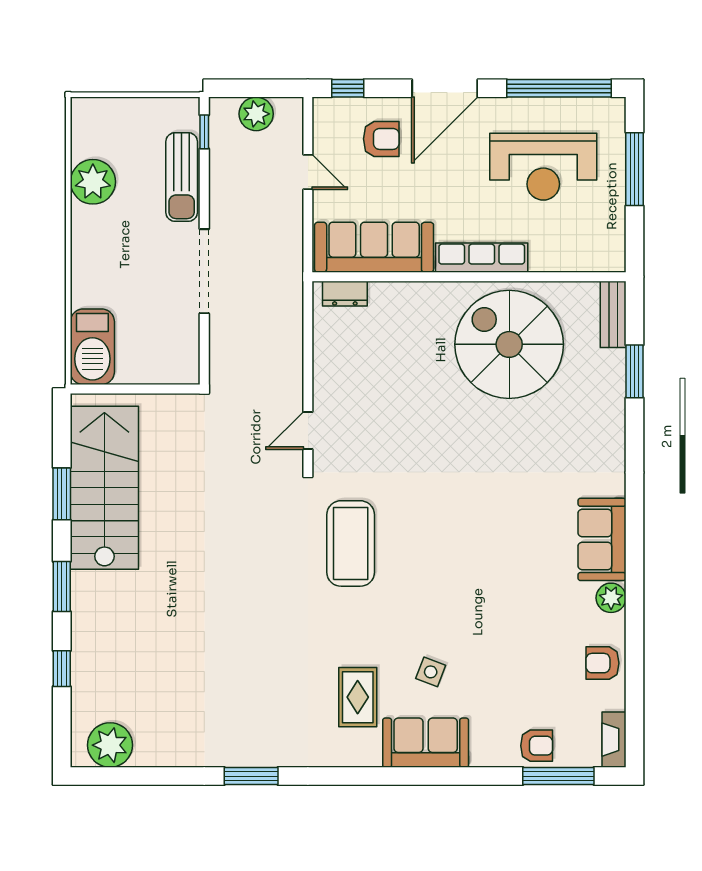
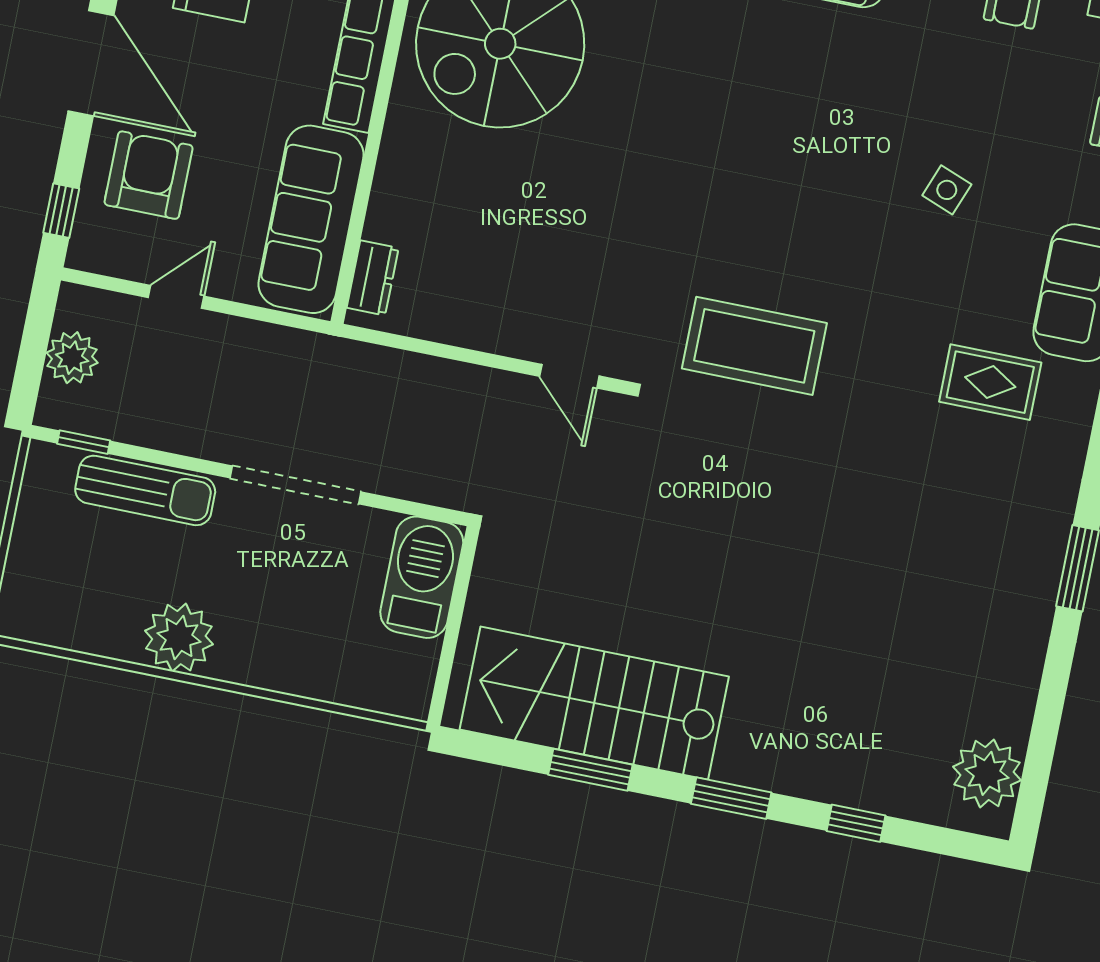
armchair: (381, 139) -> (149, 175), width x1.38, depth x1.38
plant: (93, 182) -> (179, 638), moved
barbecue: (92, 347) -> (422, 577), moved, turned -90
side table: (431, 672) -> (947, 190), moved

